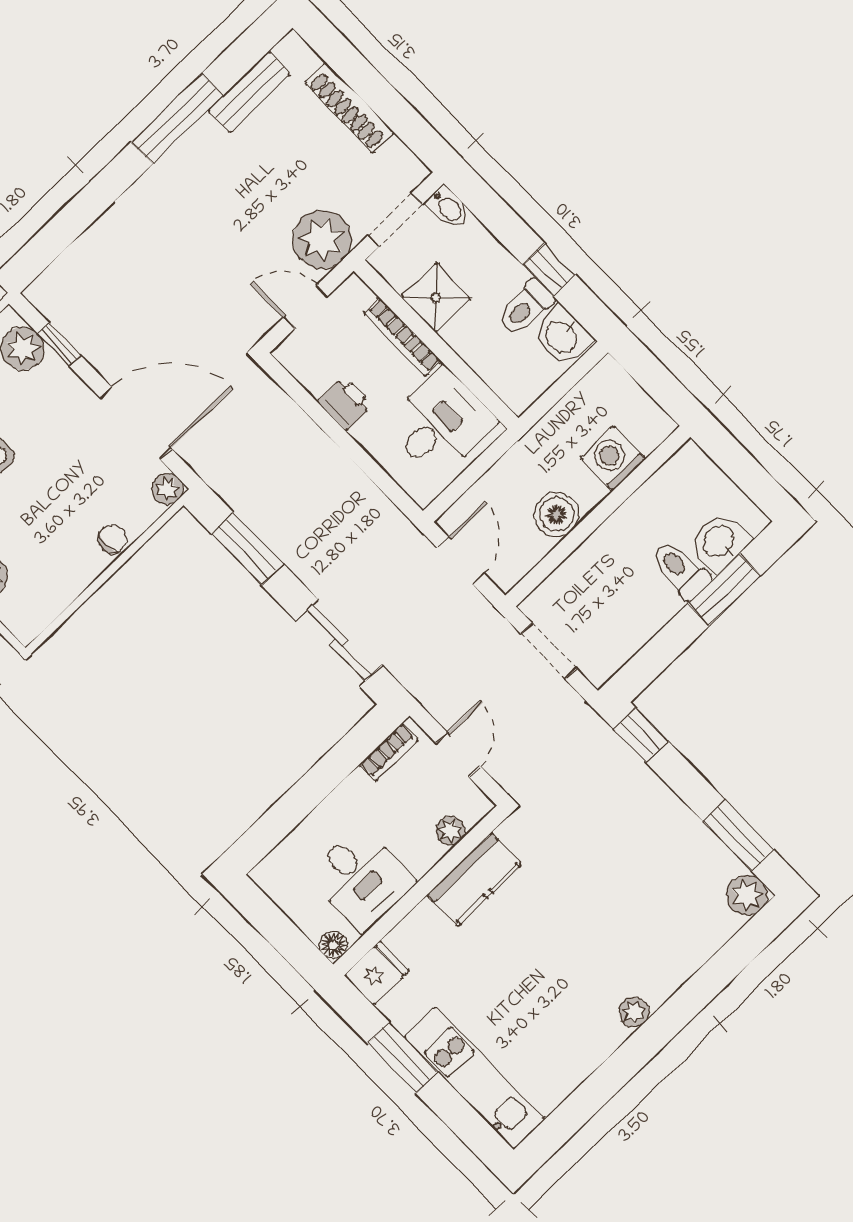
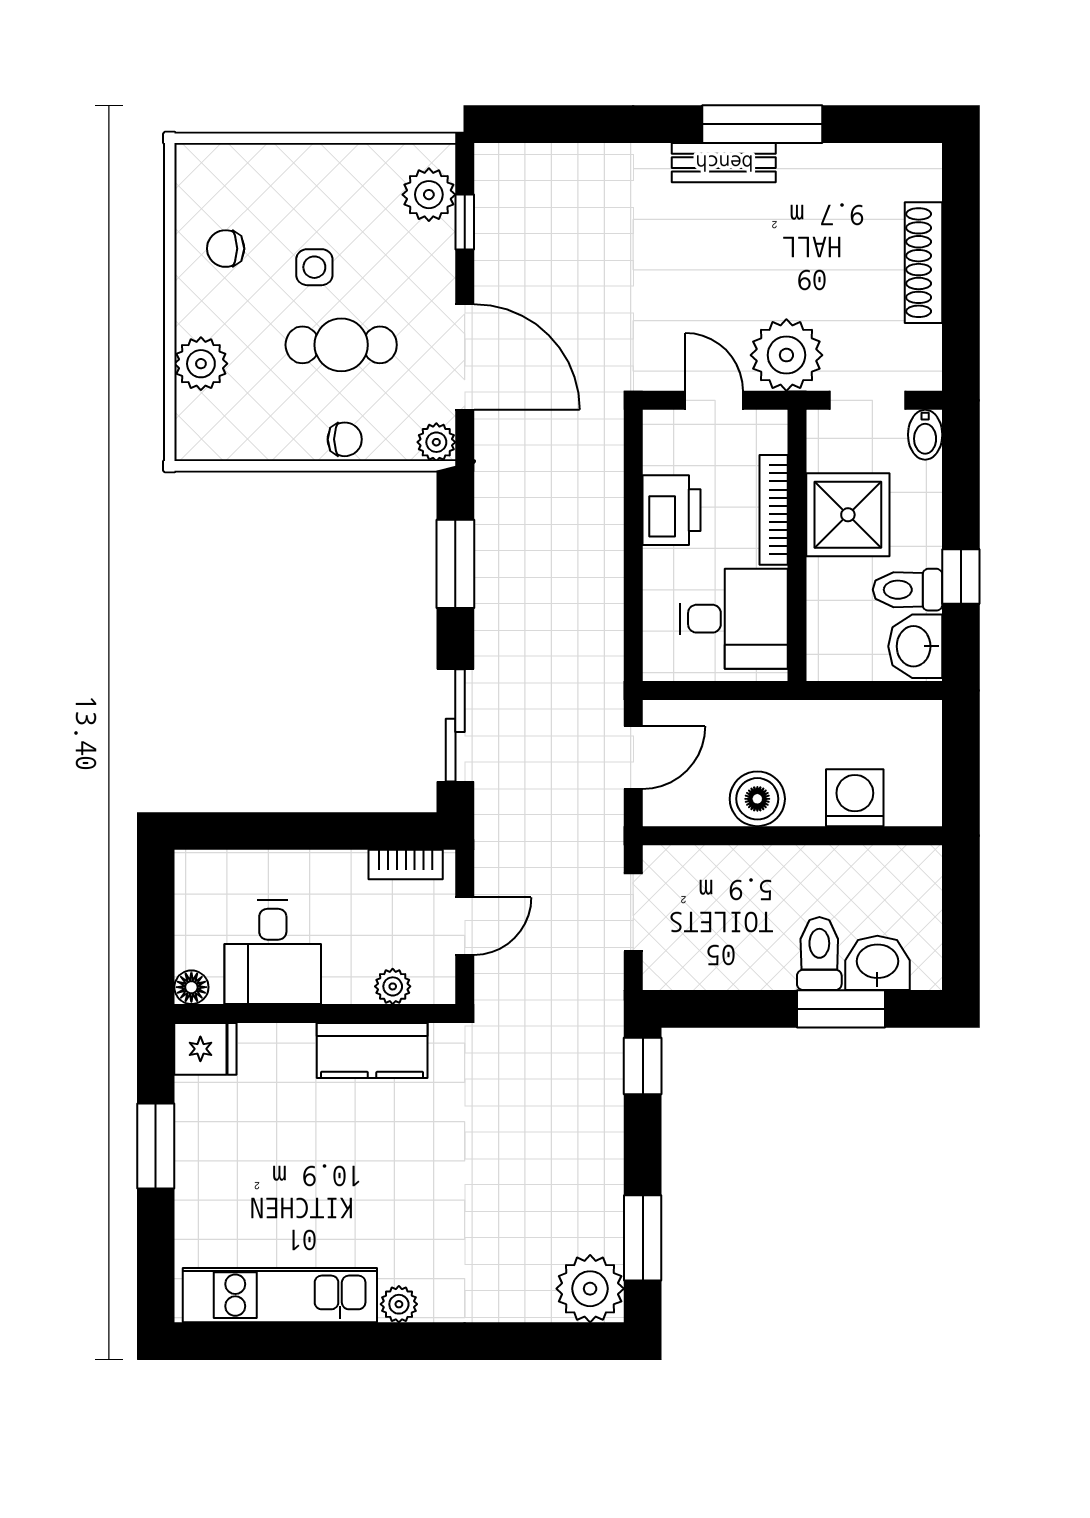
bench: (249, 92) -> (724, 163), moved
shower: (436, 298) -> (848, 515), width x1.36, depth x1.36
printer: (345, 404) -> (671, 510), width x1.36, depth x1.24
cafe table: (57, 486) -> (341, 345), added
plant: (747, 895) -> (590, 1289), width x1.36, depth x1.36
kitchen unit: (475, 1078) -> (280, 1295), moved, turned -90

